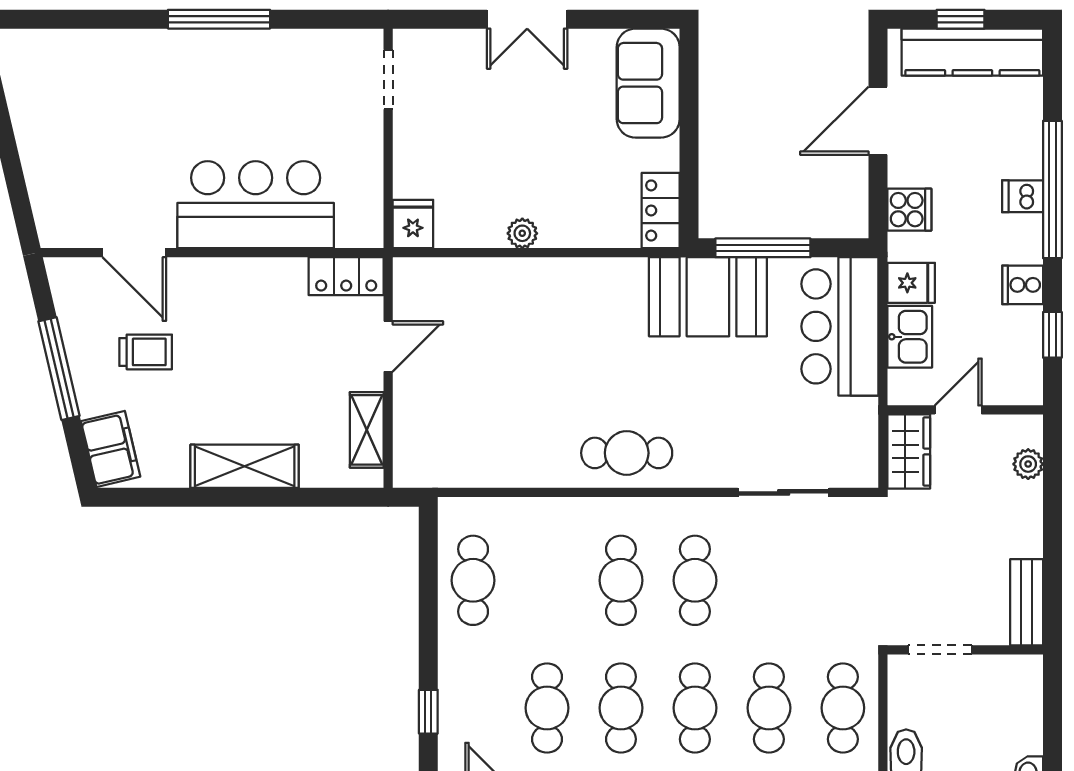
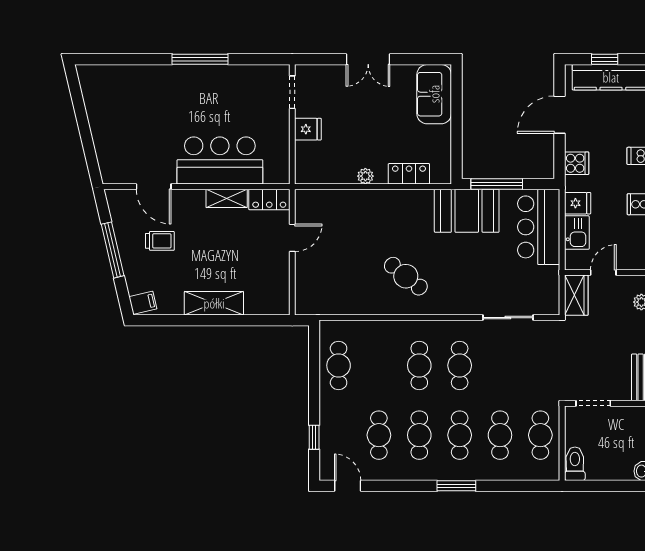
locker: (661, 210) -> (409, 174), moved, turned 90
fridge: (413, 224) -> (308, 129), moved, turned 90
shelving: (367, 430) -> (227, 198), moved, turned 90
filing cabinet: (111, 449) -> (143, 303), width x0.50
cafe table: (627, 453) -> (406, 276), moved, turned 39

